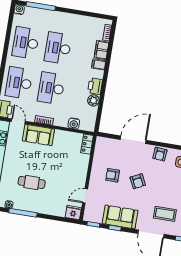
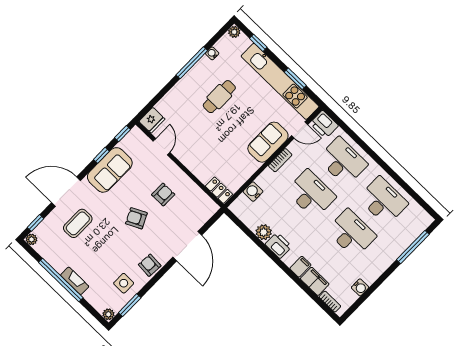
water cooler: (19, 10) -> (360, 287), moved

